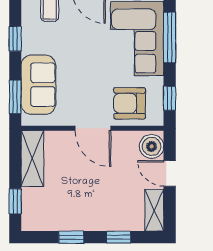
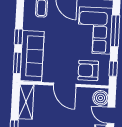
window: (15, 39) -> (19, 37), moved
sofa: (38, 85) -> (32, 56), width x1.36

